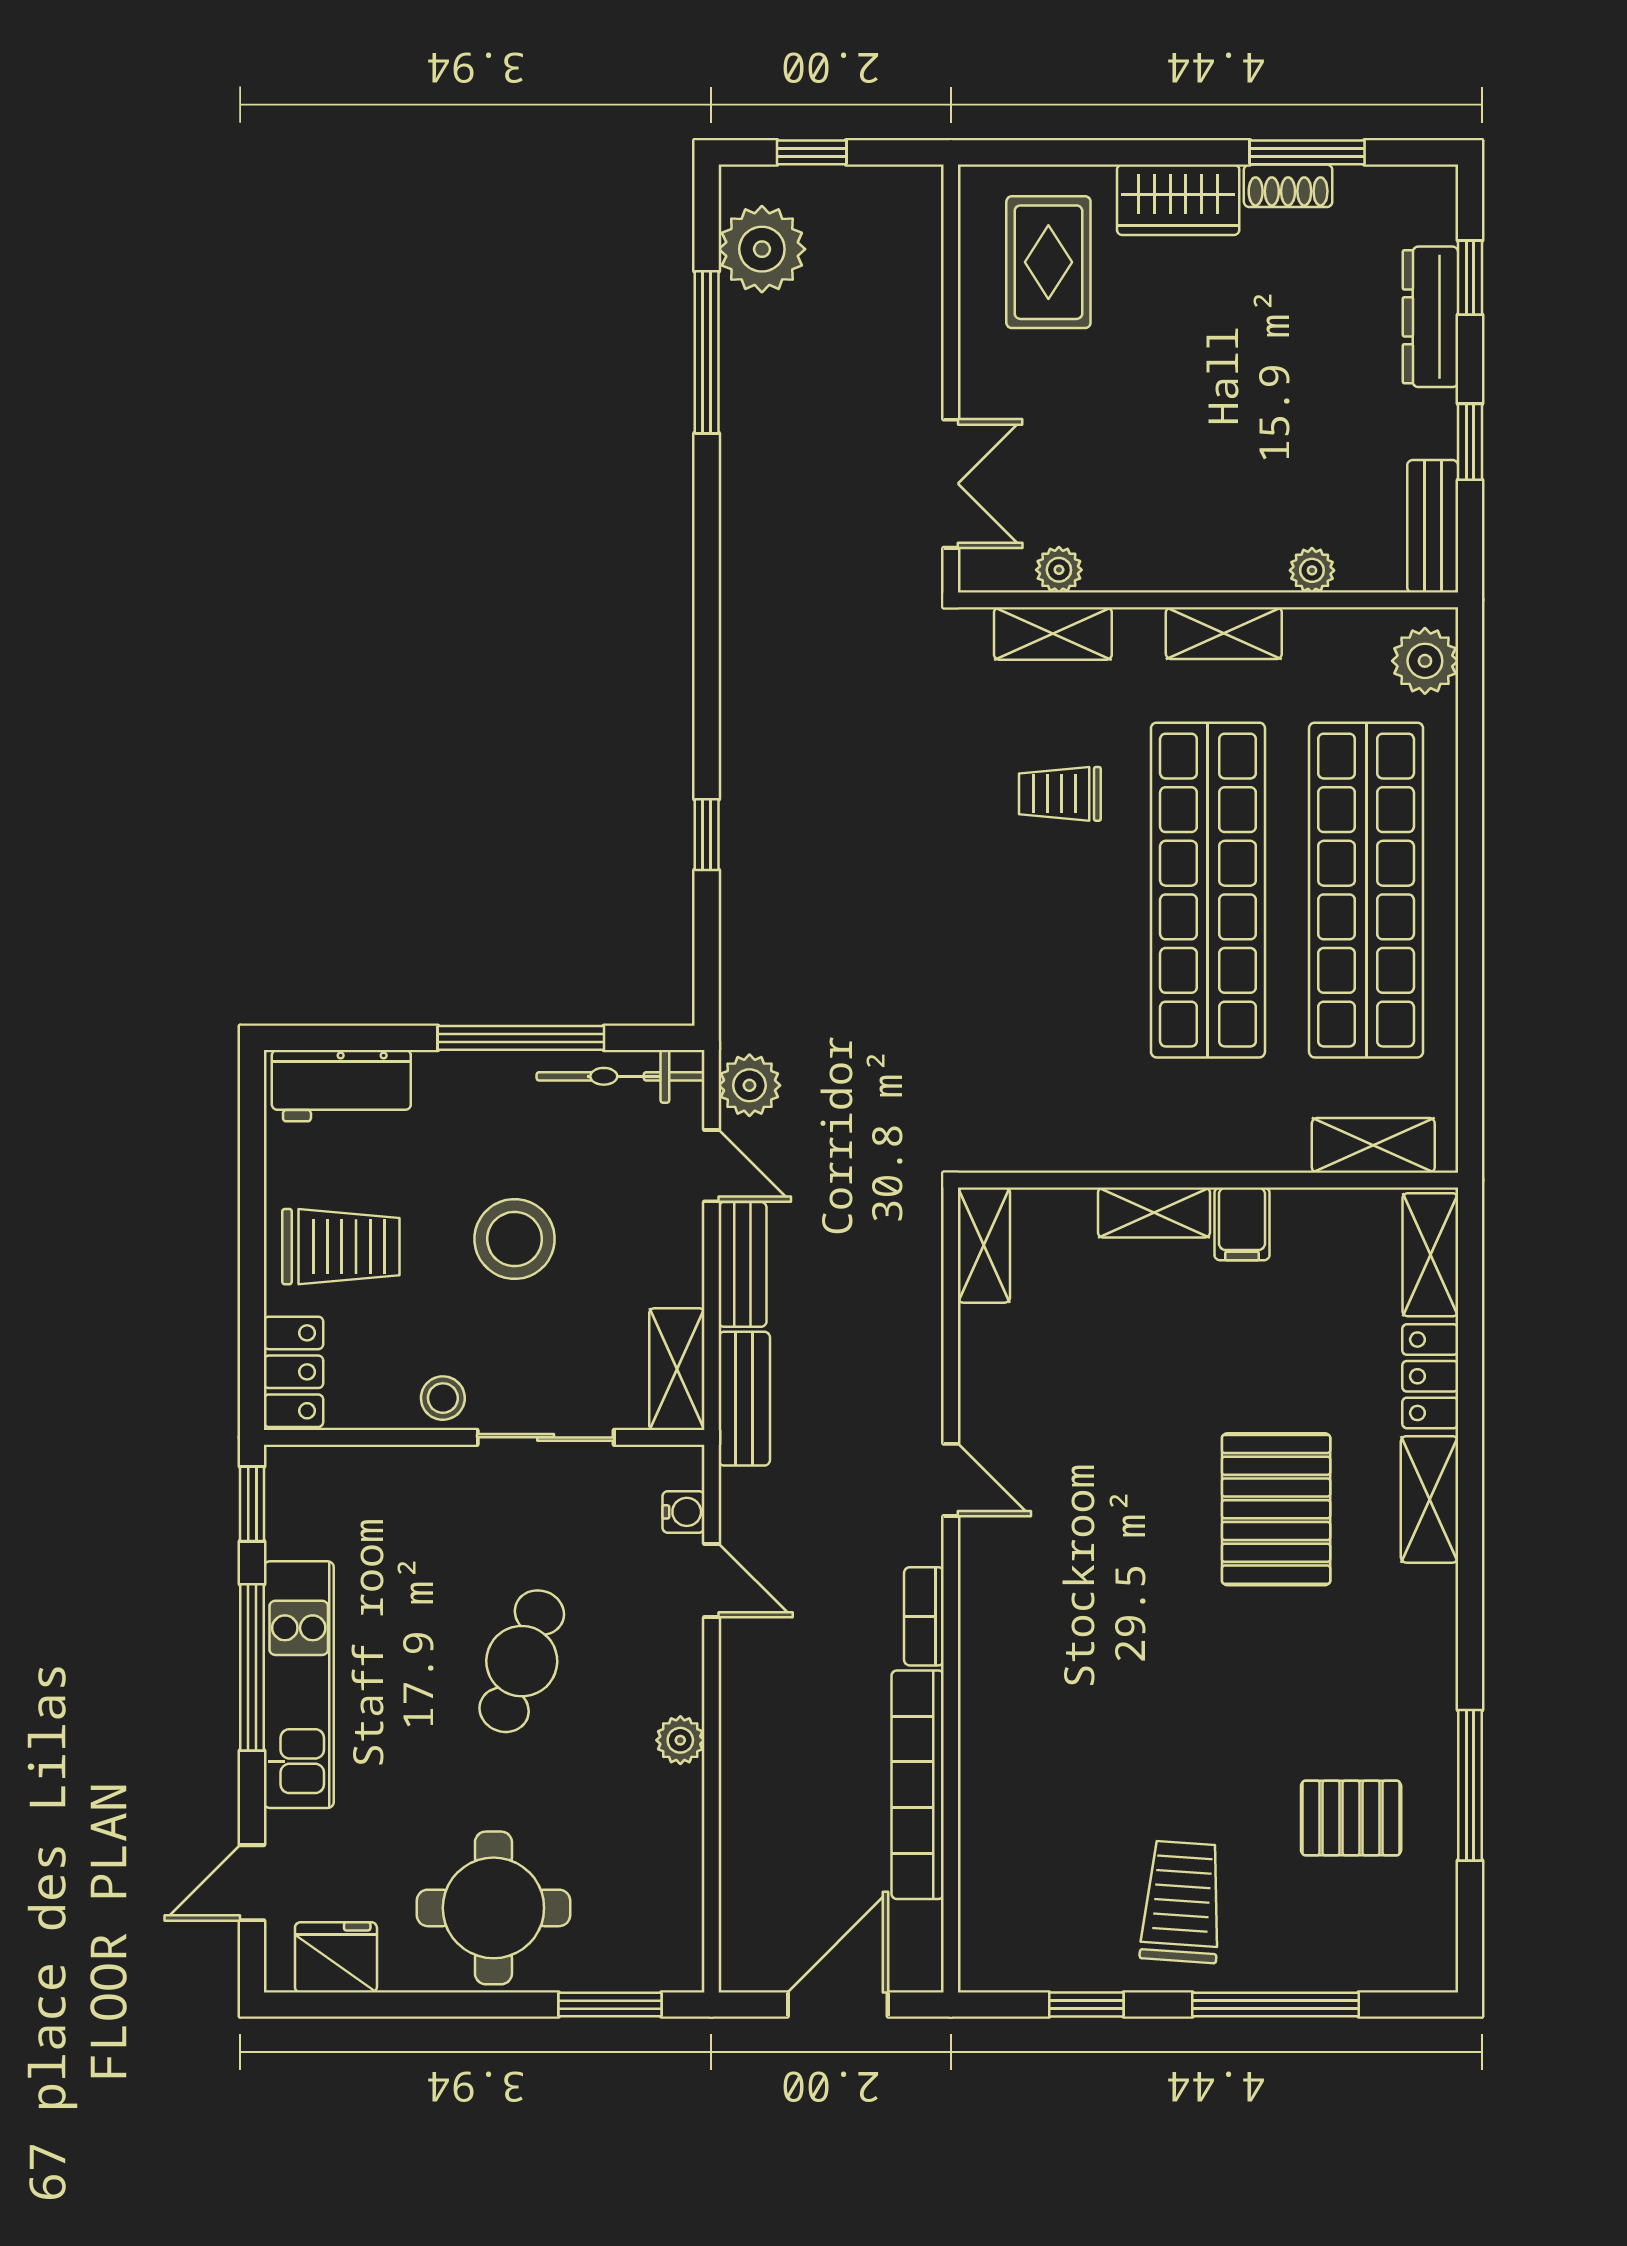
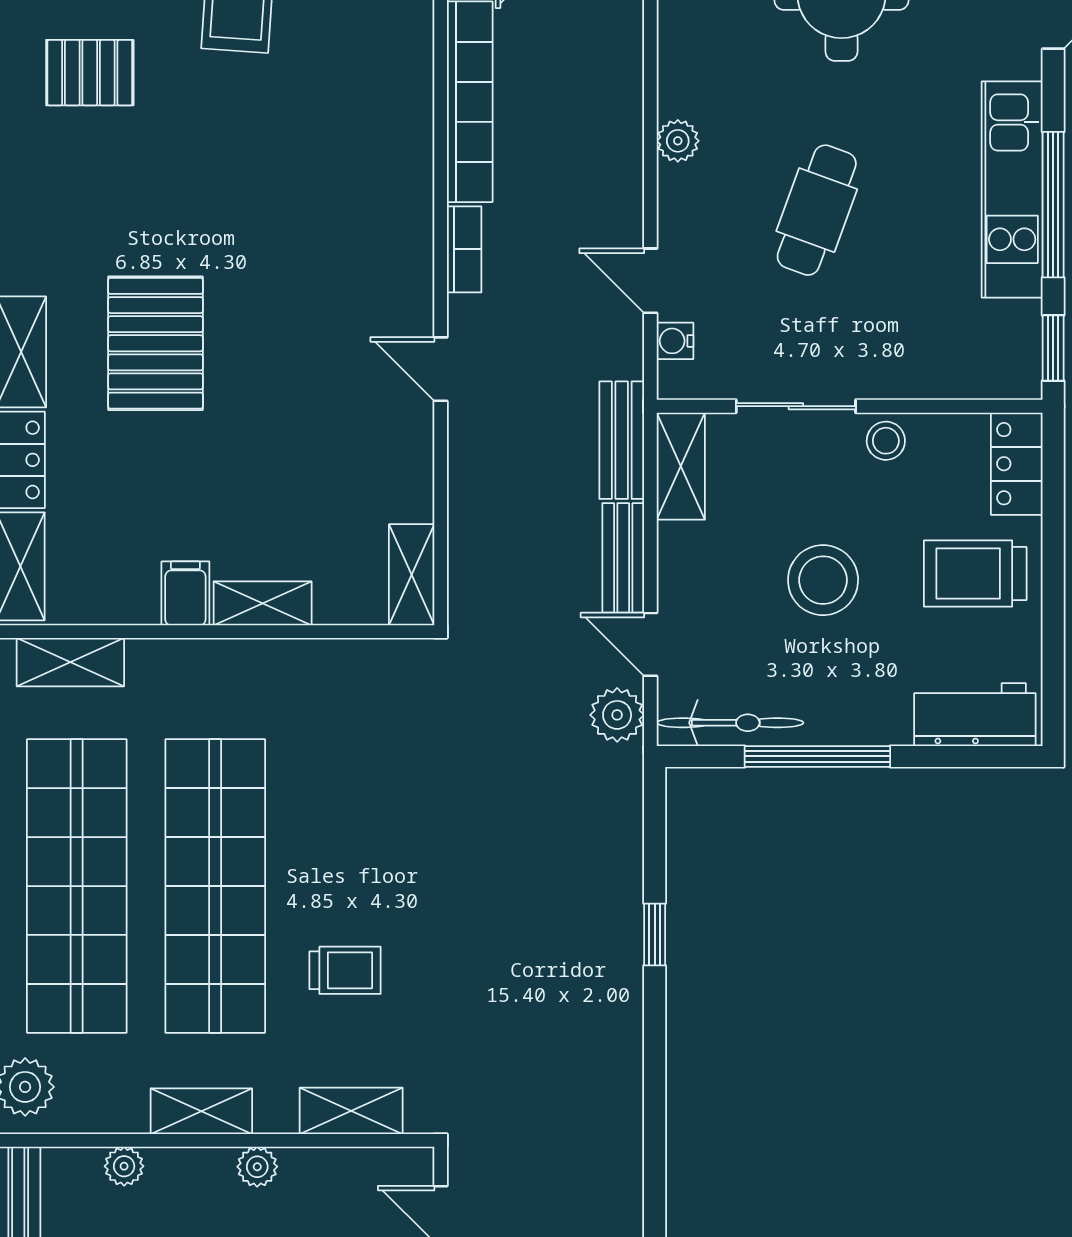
plant: (1059, 570) -> (257, 1167), moved

